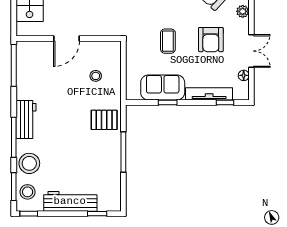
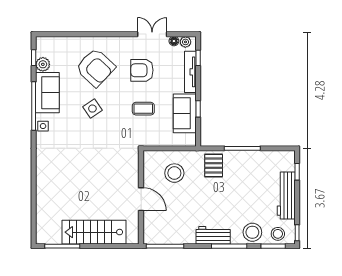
plant: (243, 11) -> (185, 42), moved
armchair: (211, 40) -> (142, 70), turned 180
stool: (96, 76) -> (174, 173), width x1.89, depth x1.89

